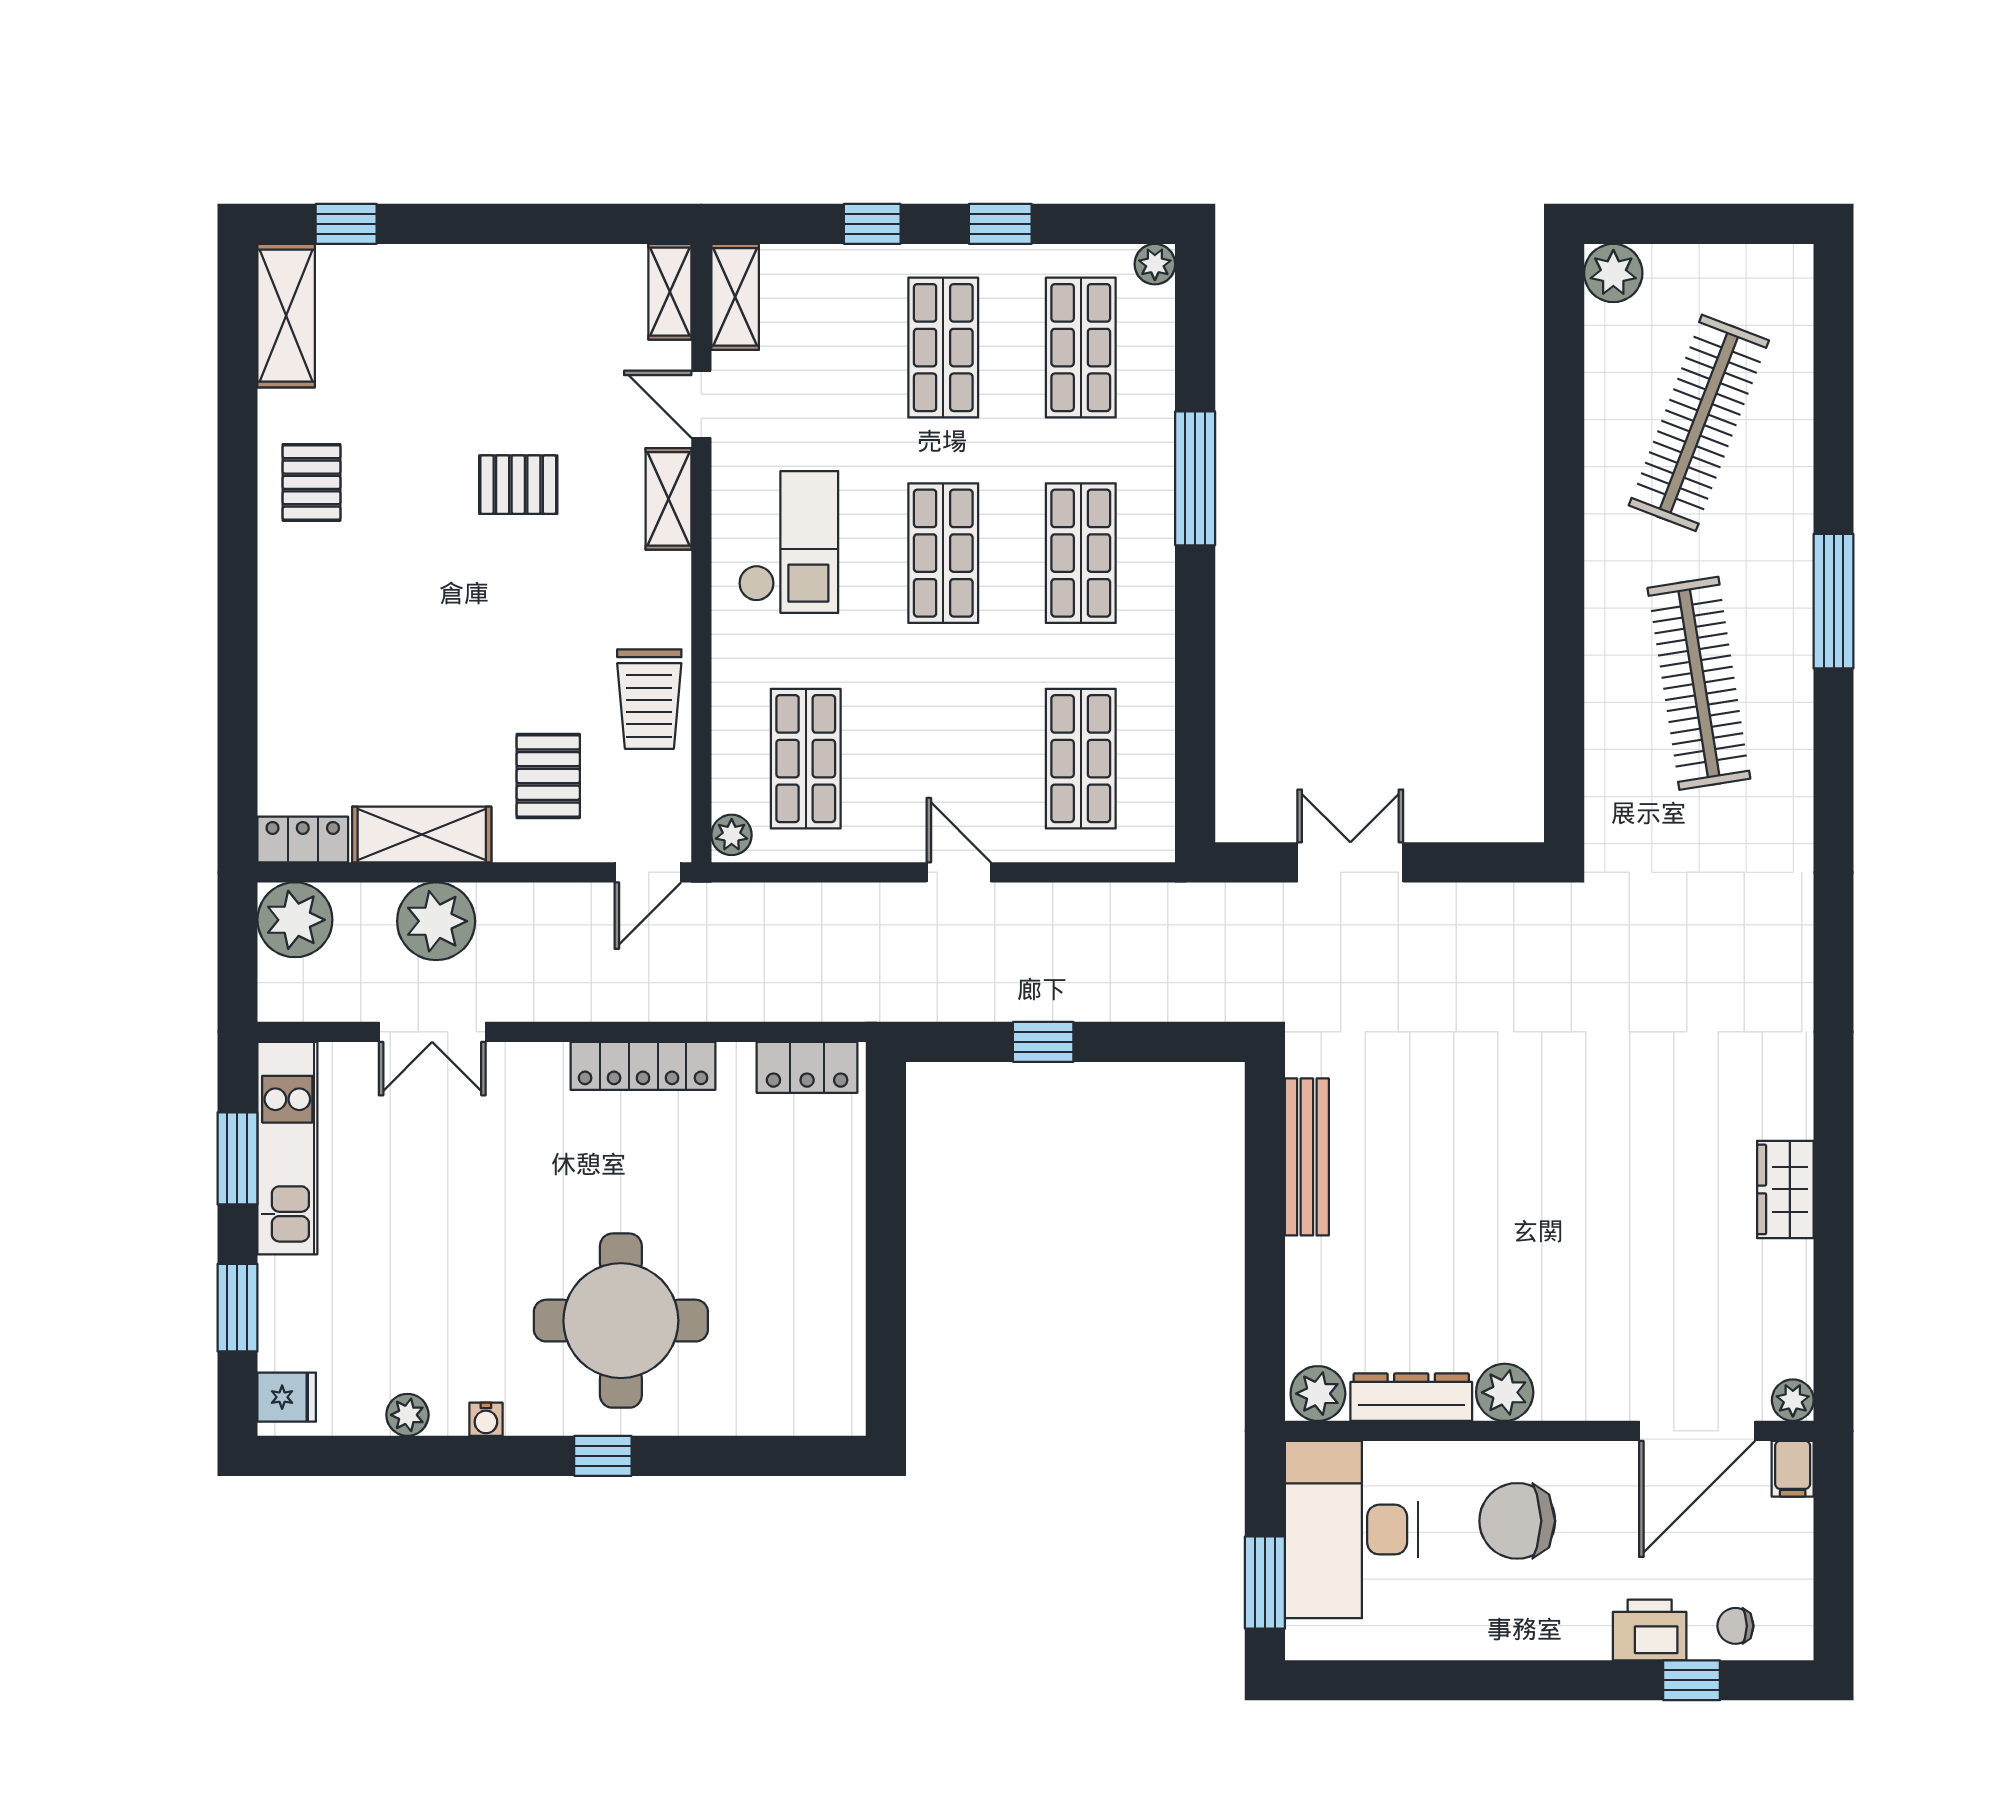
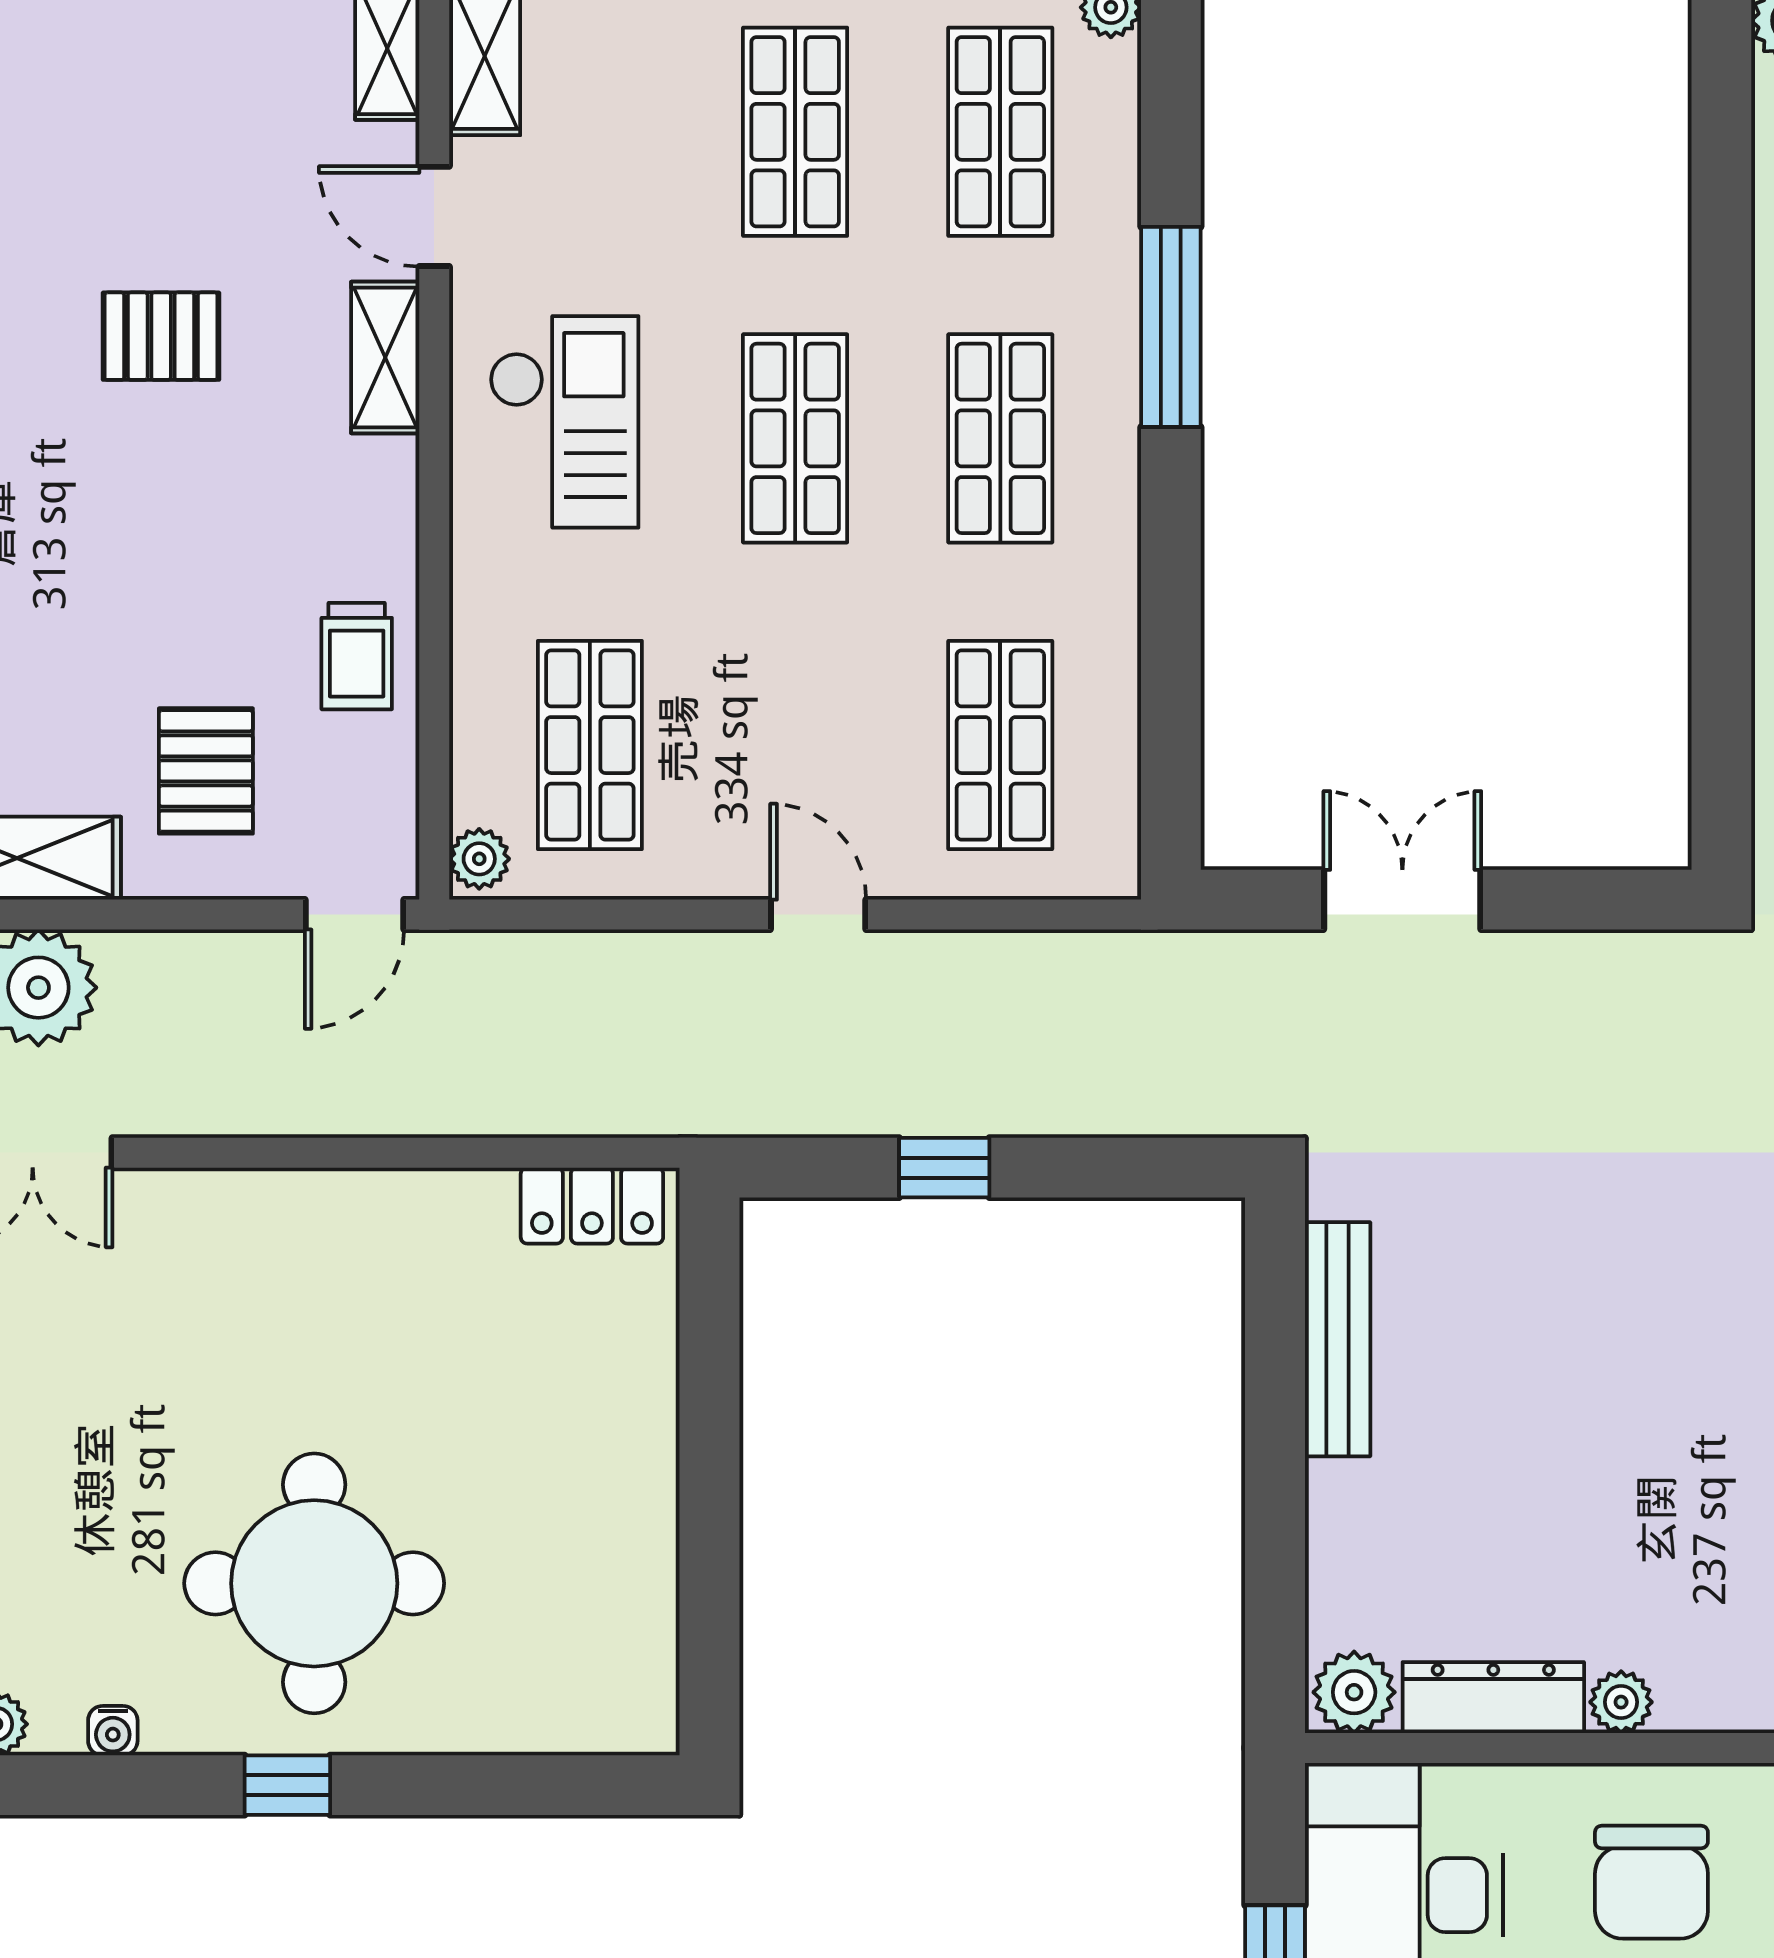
trolley: (649, 699) -> (357, 656), width x0.73, depth x0.72
locker: (643, 1066) -> (347, 1203), removed
plant: (1505, 1392) -> (1621, 1702), width x0.73, depth x0.73
chair: (1517, 1521) -> (1651, 1882), turned -90

